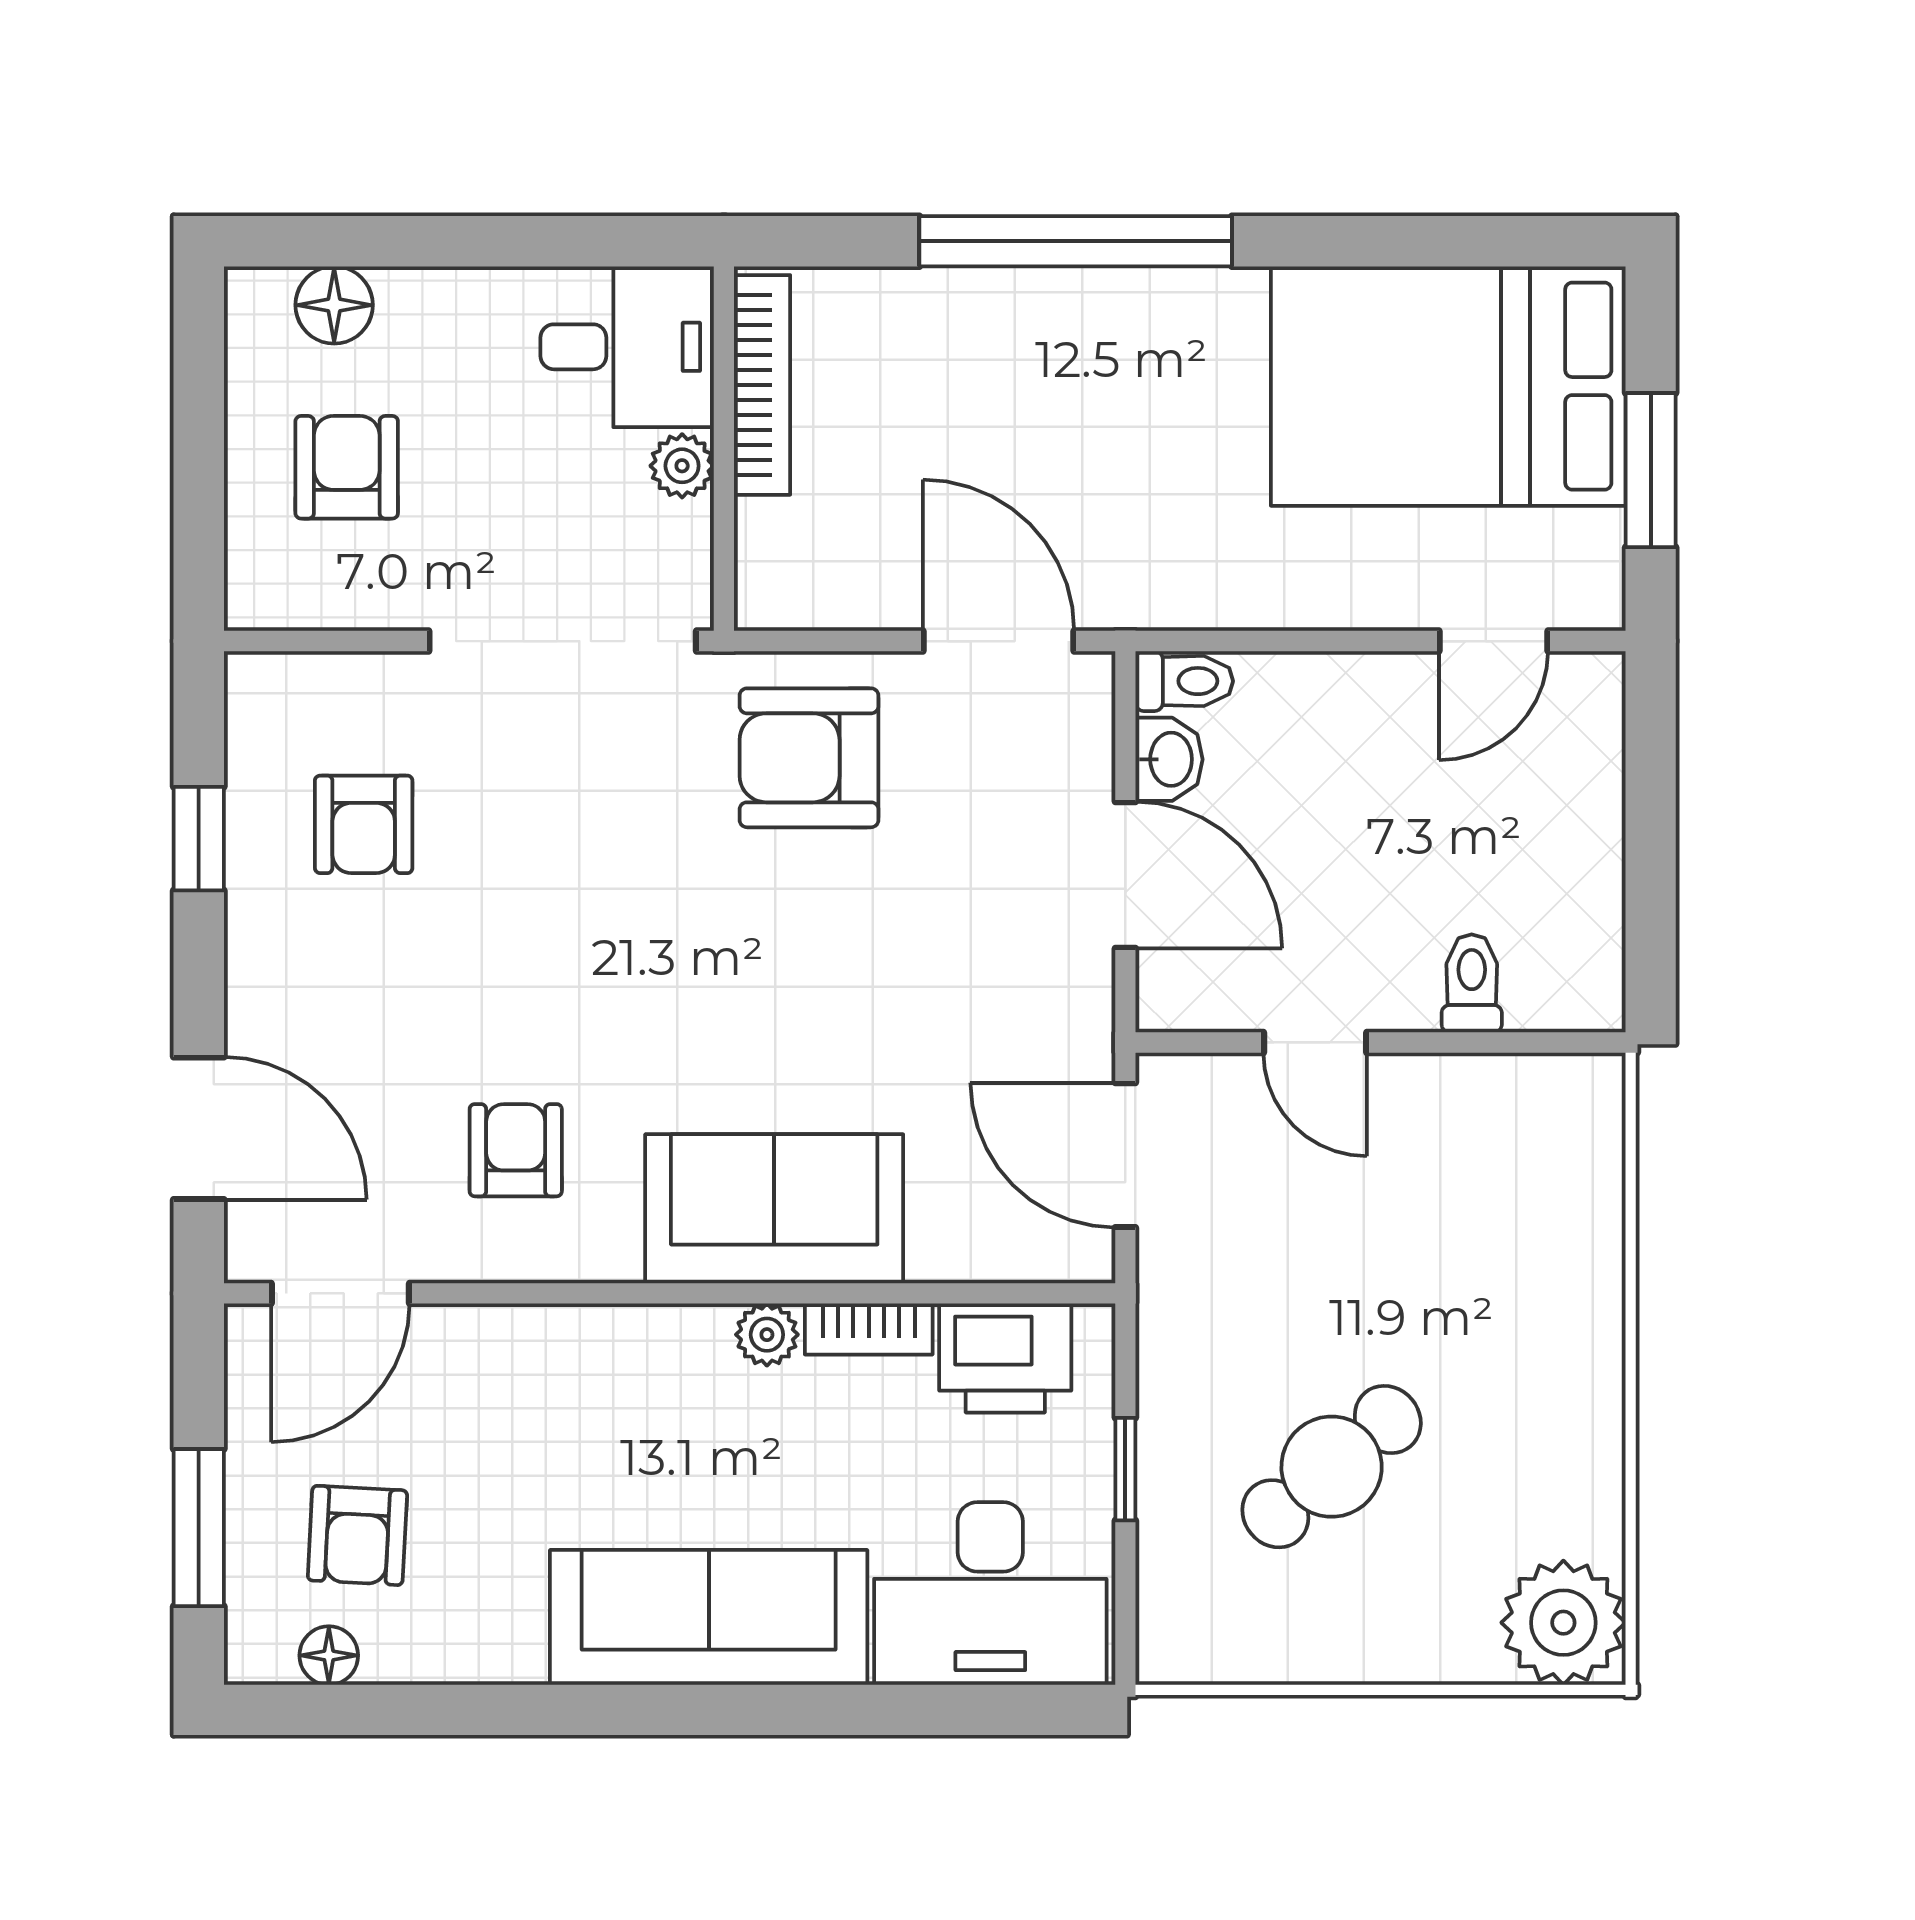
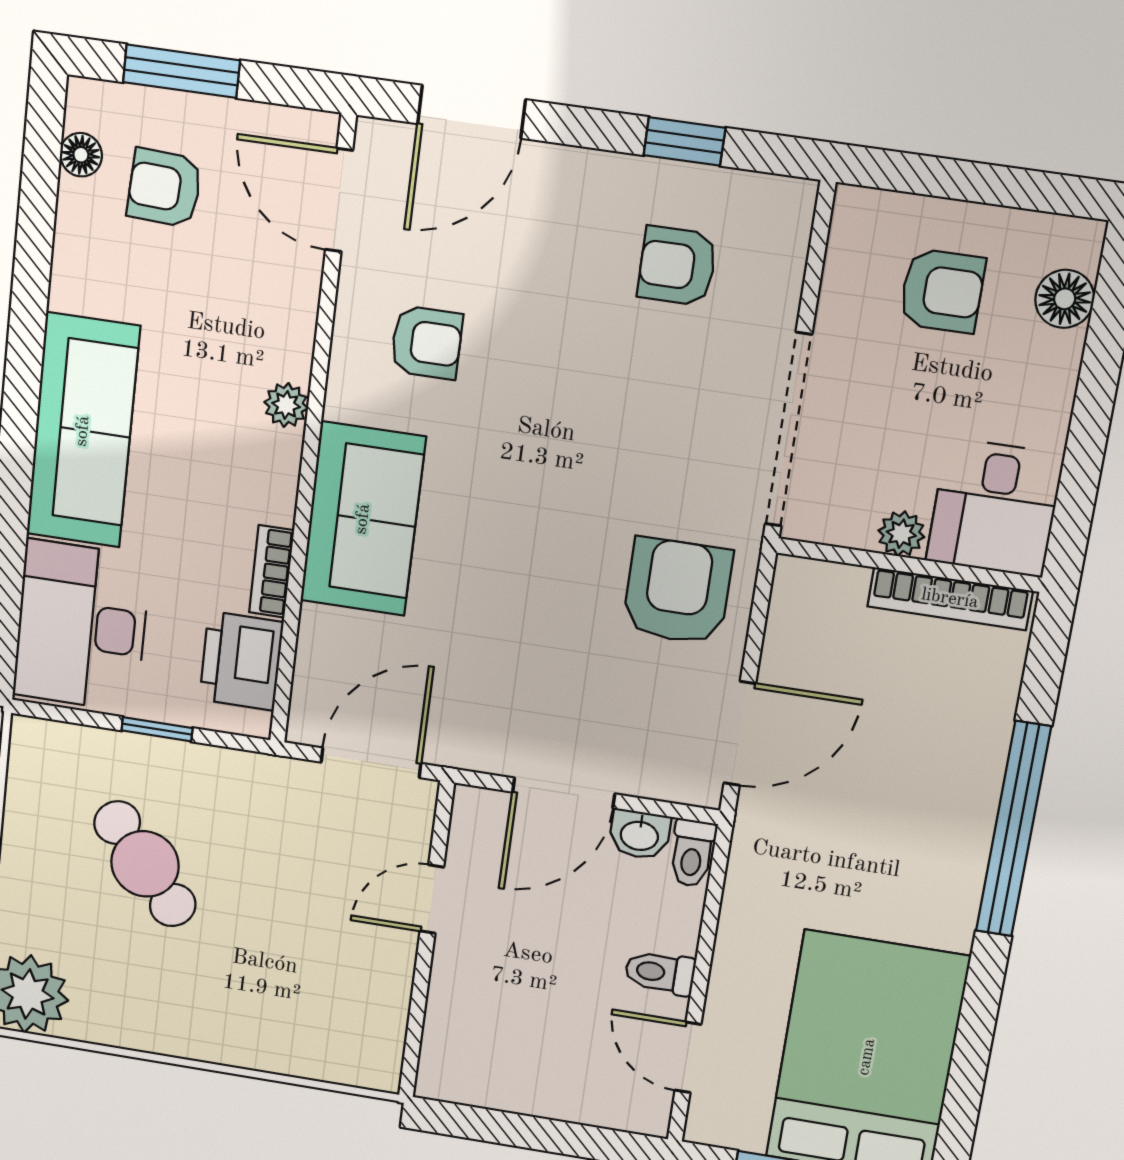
toilet: (1472, 983) -> (660, 973), moved, turned 180
plant: (767, 1335) -> (286, 405), moved

